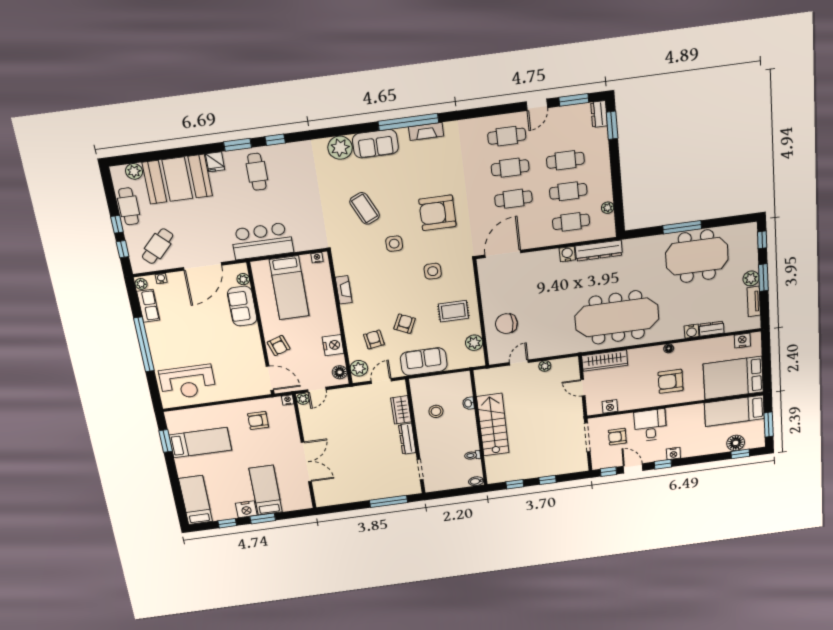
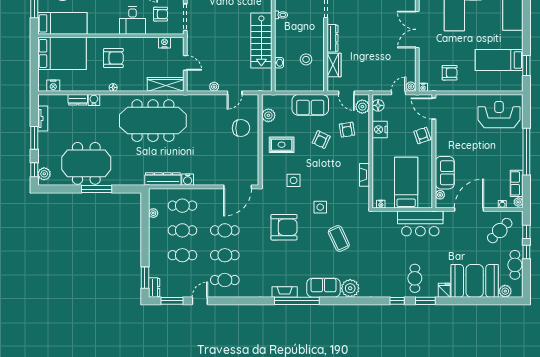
plant: (751, 278) -> (44, 174), moved
door: (381, 381) -> (346, 93), hinge flipped

